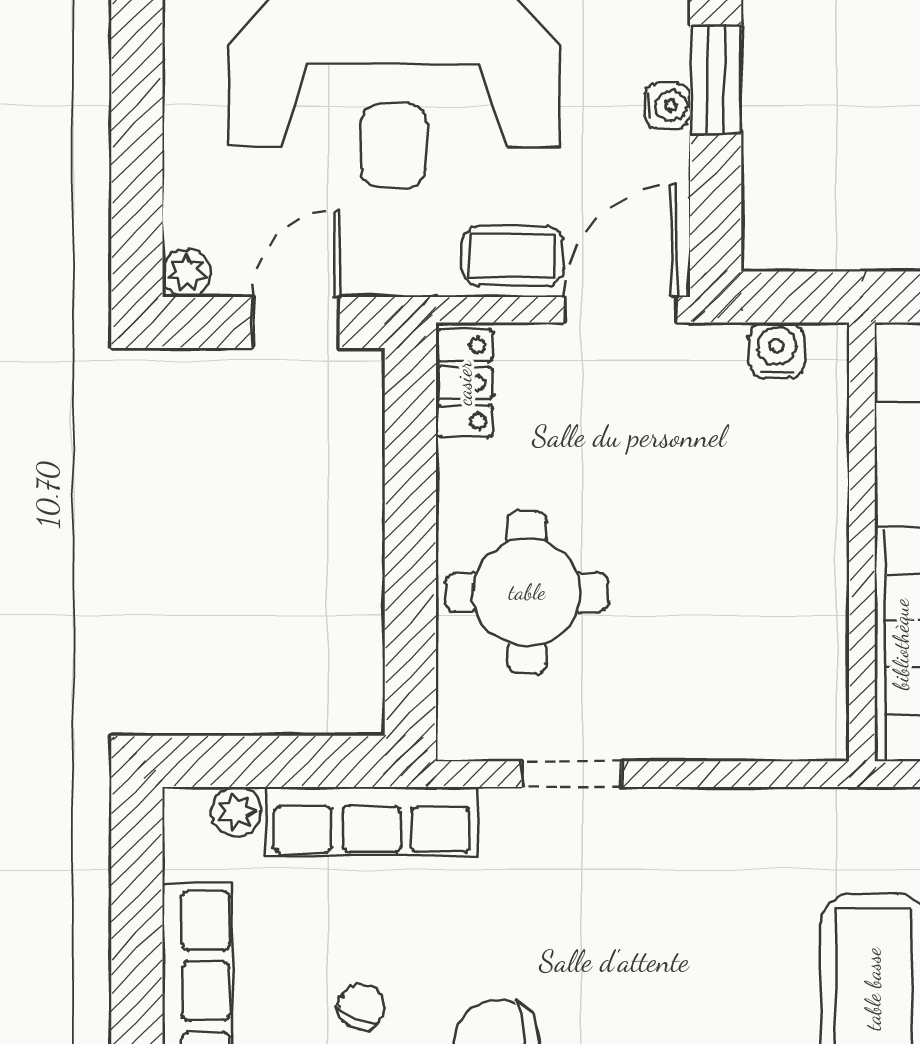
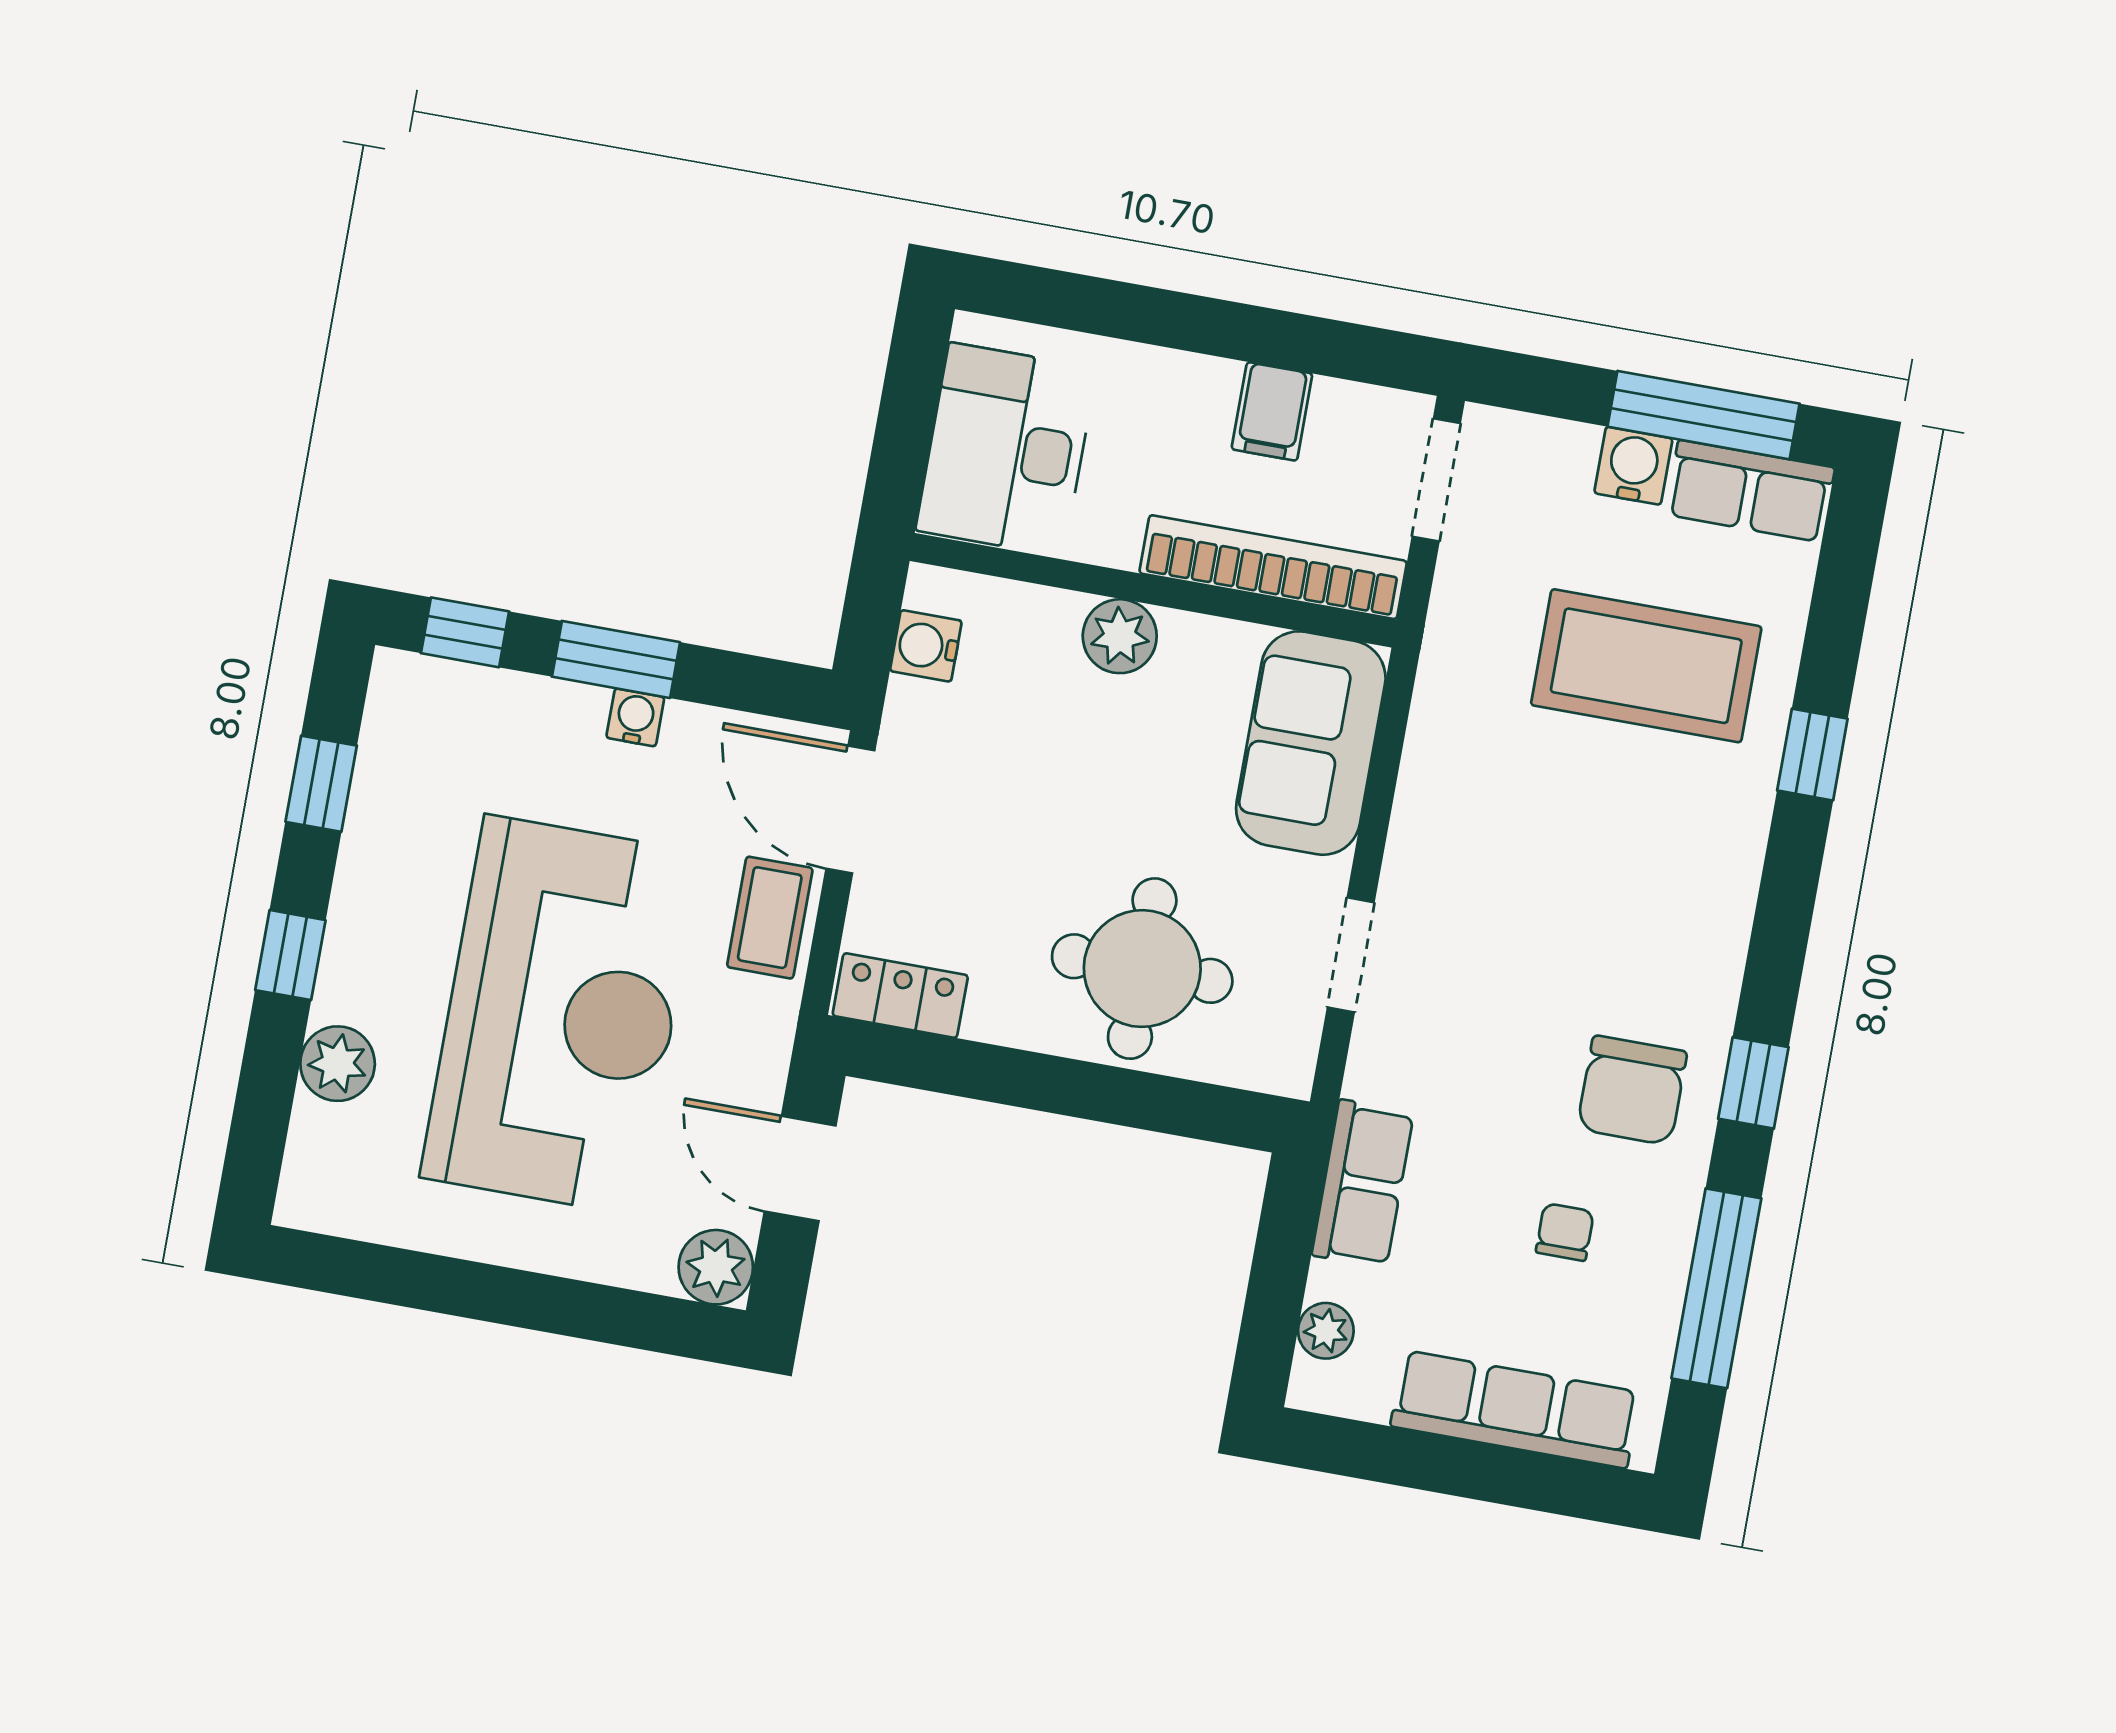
plant: (187, 273) -> (716, 1267), width x1.38, depth x1.38
plant: (816, 520) -> (1120, 636), added
sofa: (752, 705) -> (1311, 743), added
row of seats: (372, 821) -> (1363, 1184), width x0.68
chair: (361, 1007) -> (1565, 1232), turned 65

